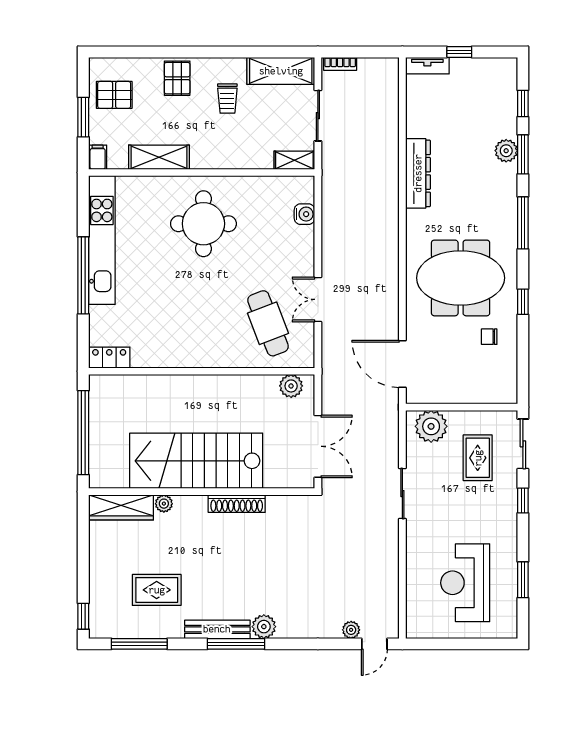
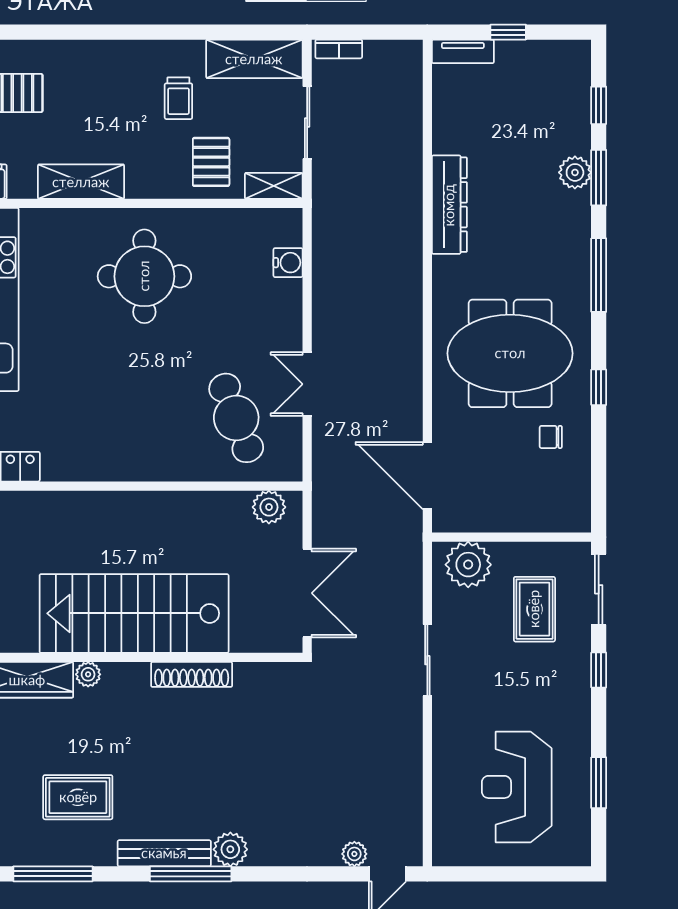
pallet: (177, 78) -> (211, 162), moved

